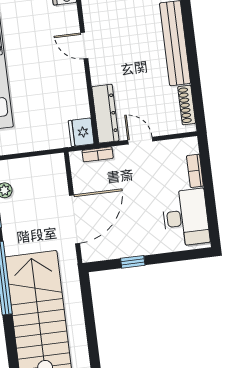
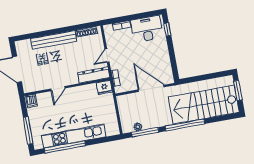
window: (133, 262) -> (167, 29), moved

